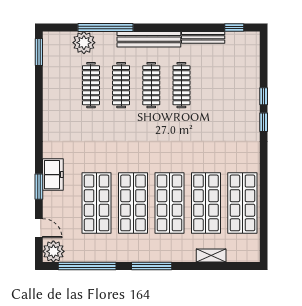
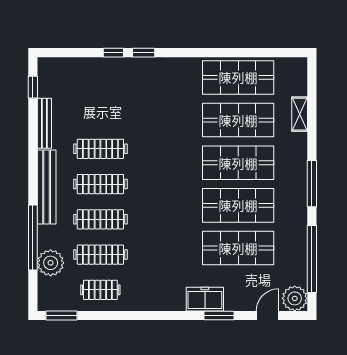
clothes rail: (61, 85) -> (100, 290), added

